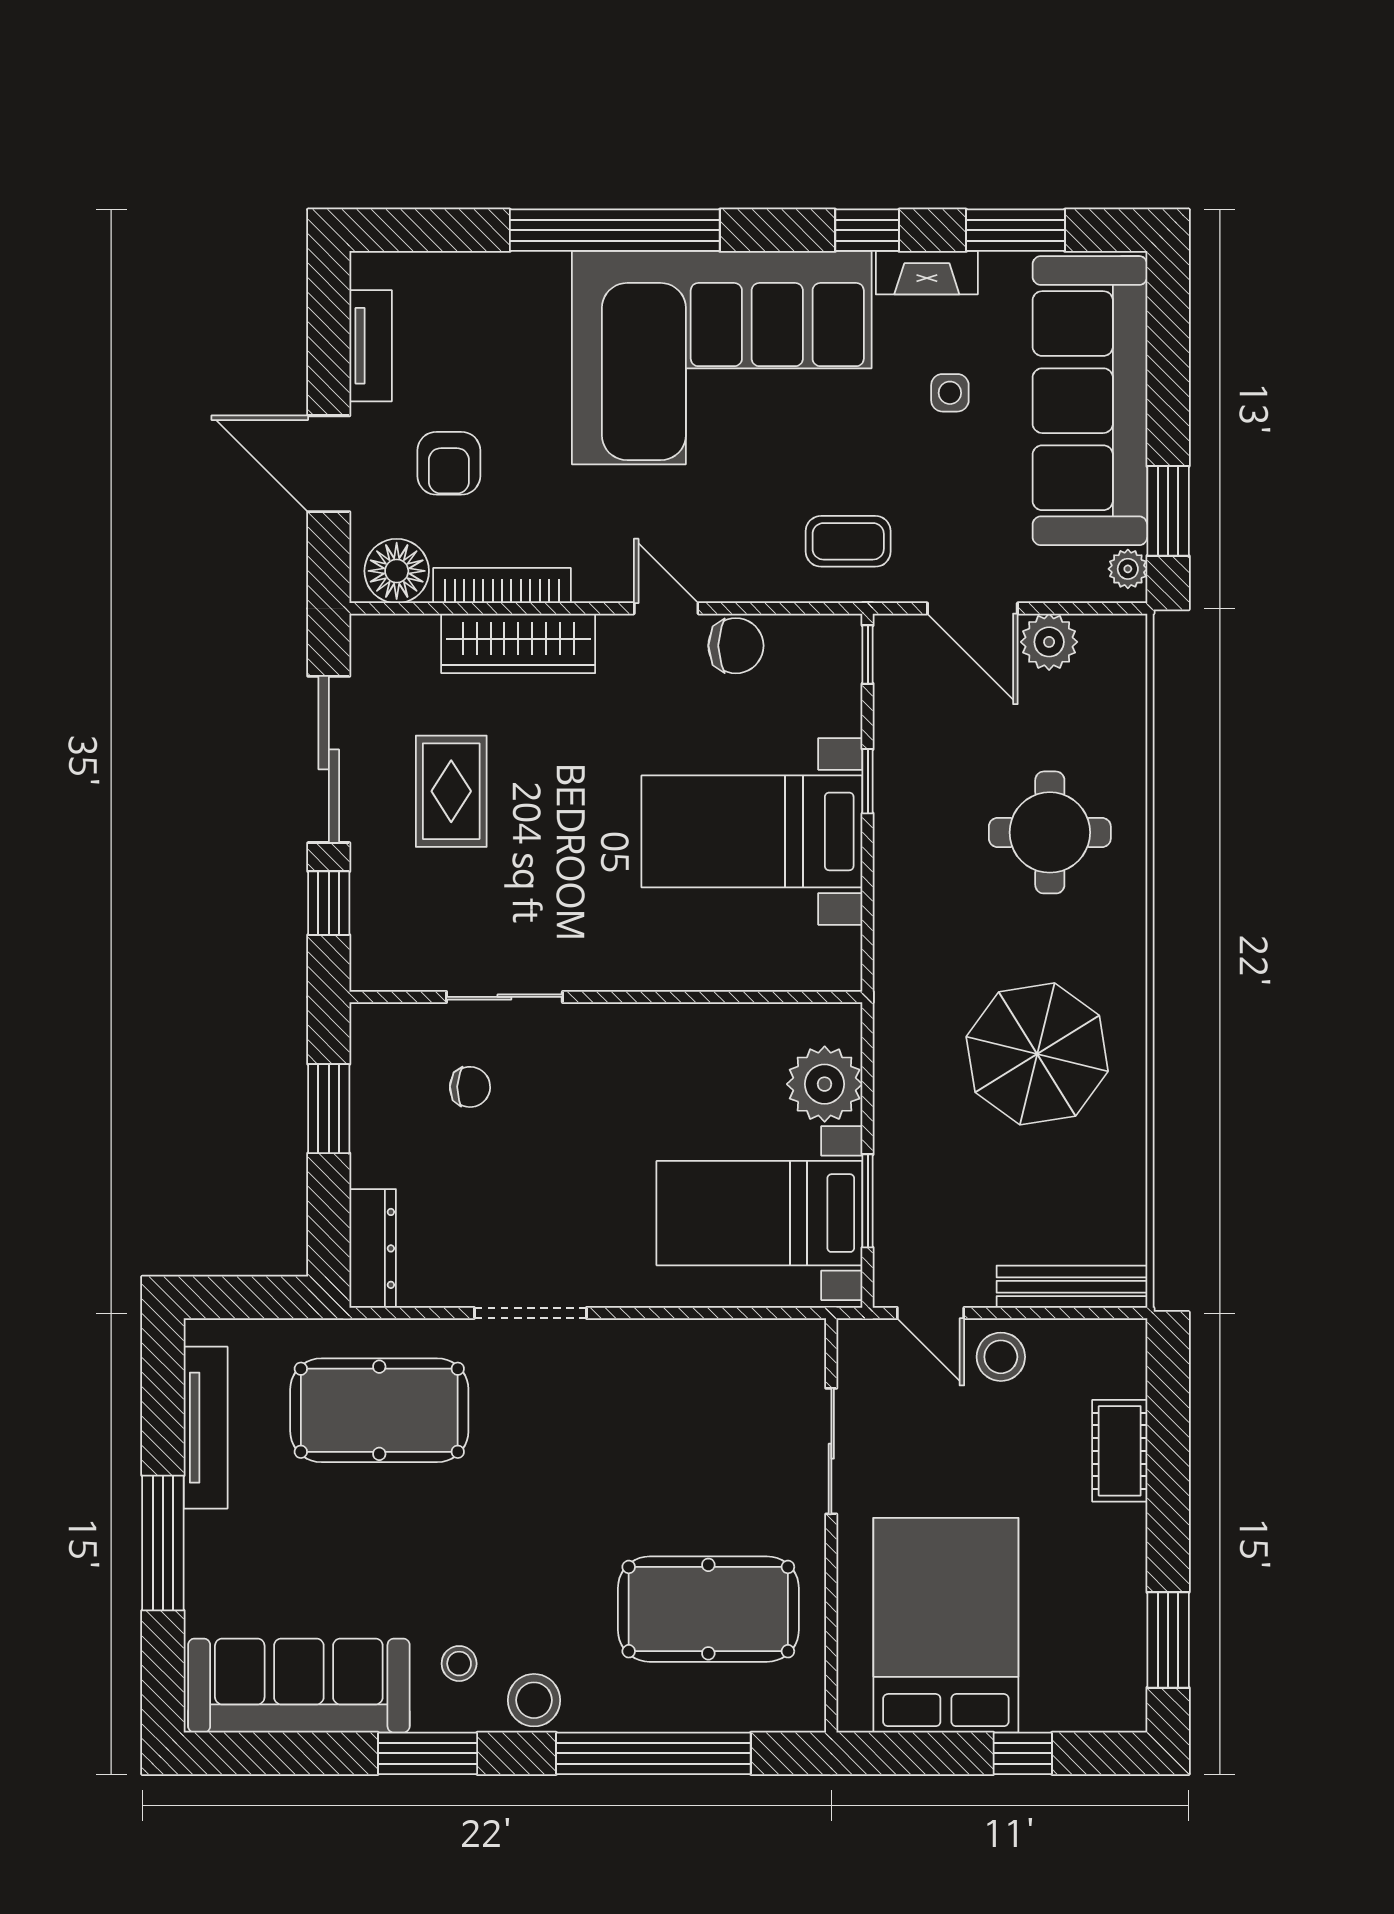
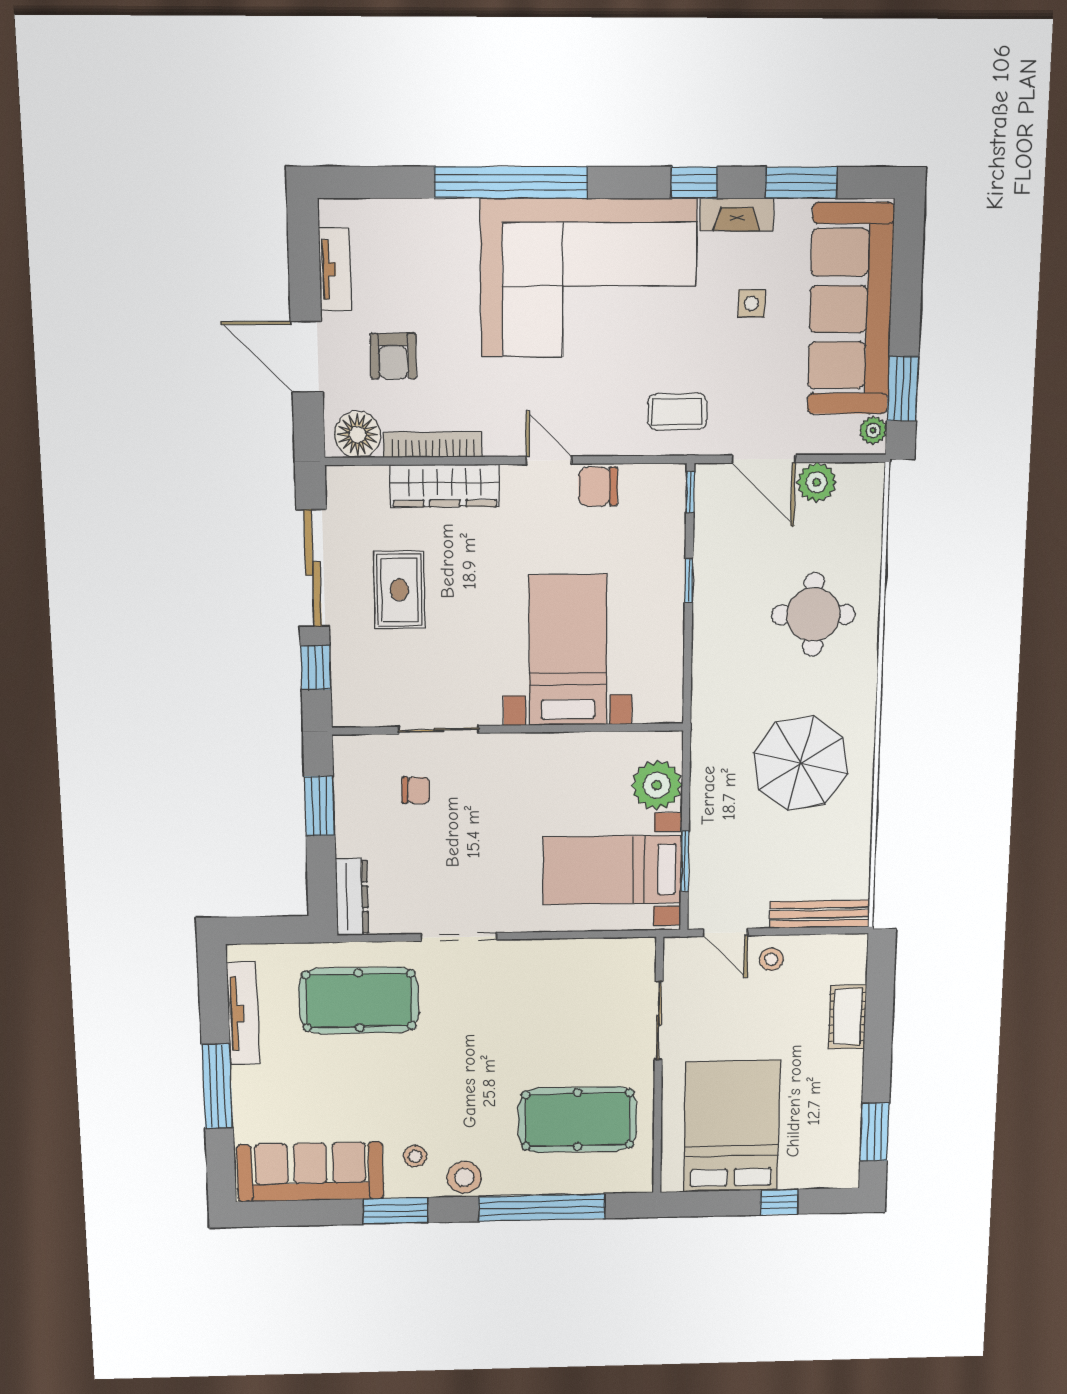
chair: (736, 646) -> (598, 486), turned 180
bed with nightstands: (752, 831) -> (568, 650), moved, turned 90
stool: (1001, 1357) -> (771, 959), width x0.73, depth x0.73

